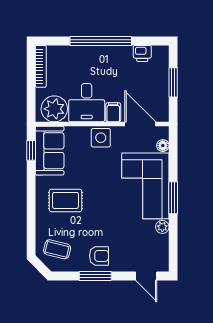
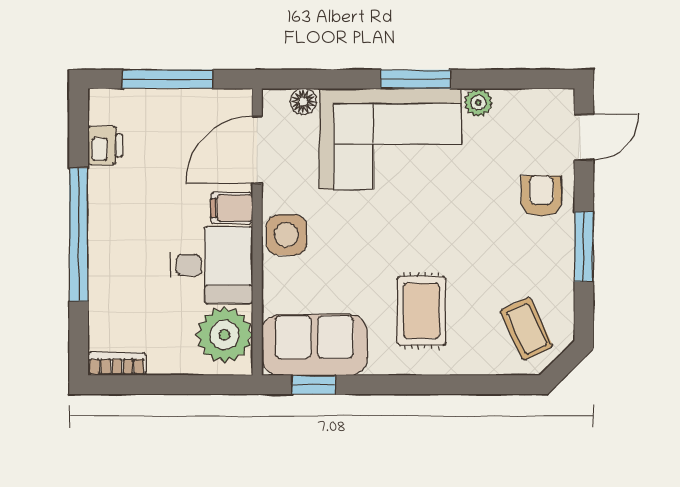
bookcase: (41, 66) -> (117, 364), width x0.64
window: (173, 82) -> (168, 79), width x1.44
coffee table: (57, 249) -> (526, 329), turned -39
armchair: (99, 256) -> (541, 196), moved

